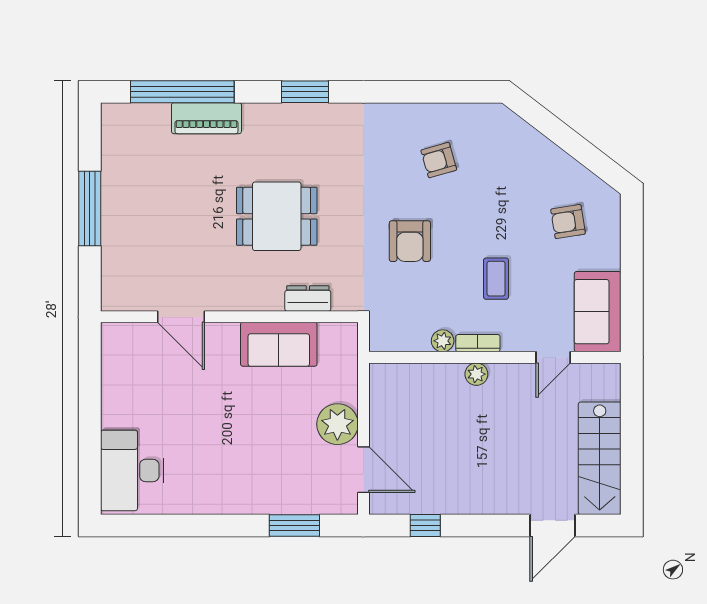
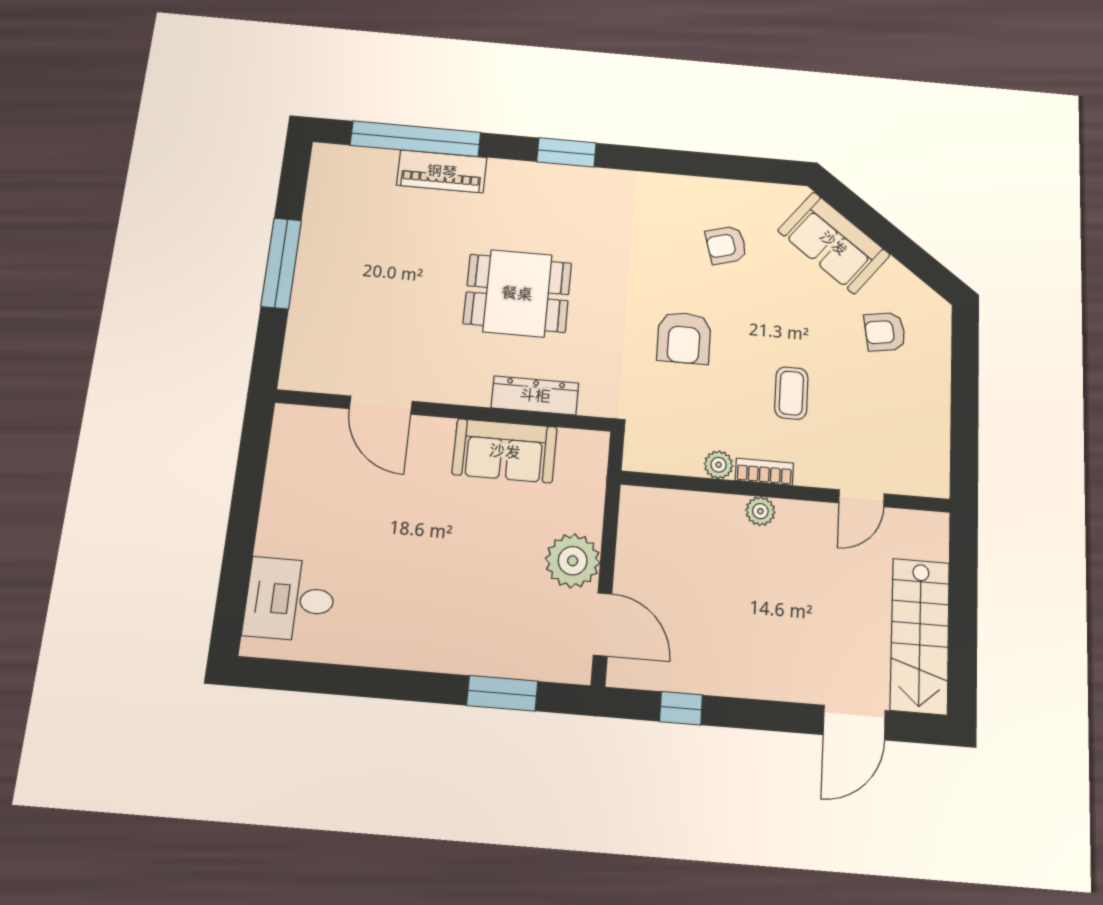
dresser: (308, 298) -> (535, 395), width x1.44
sofa: (598, 312) -> (834, 243), moved, turned -52
desk: (132, 470) -> (290, 599), width x0.73

